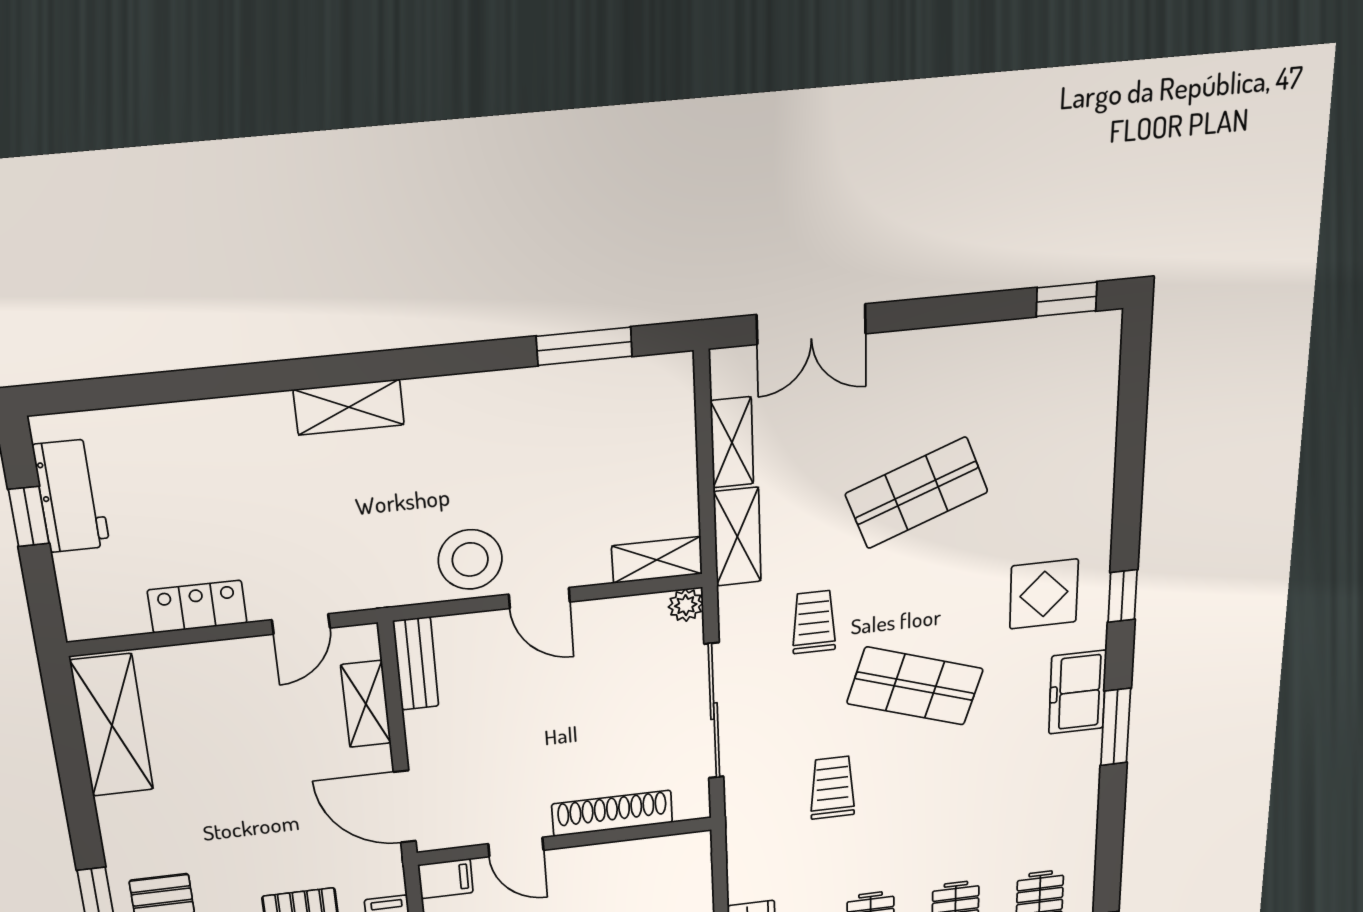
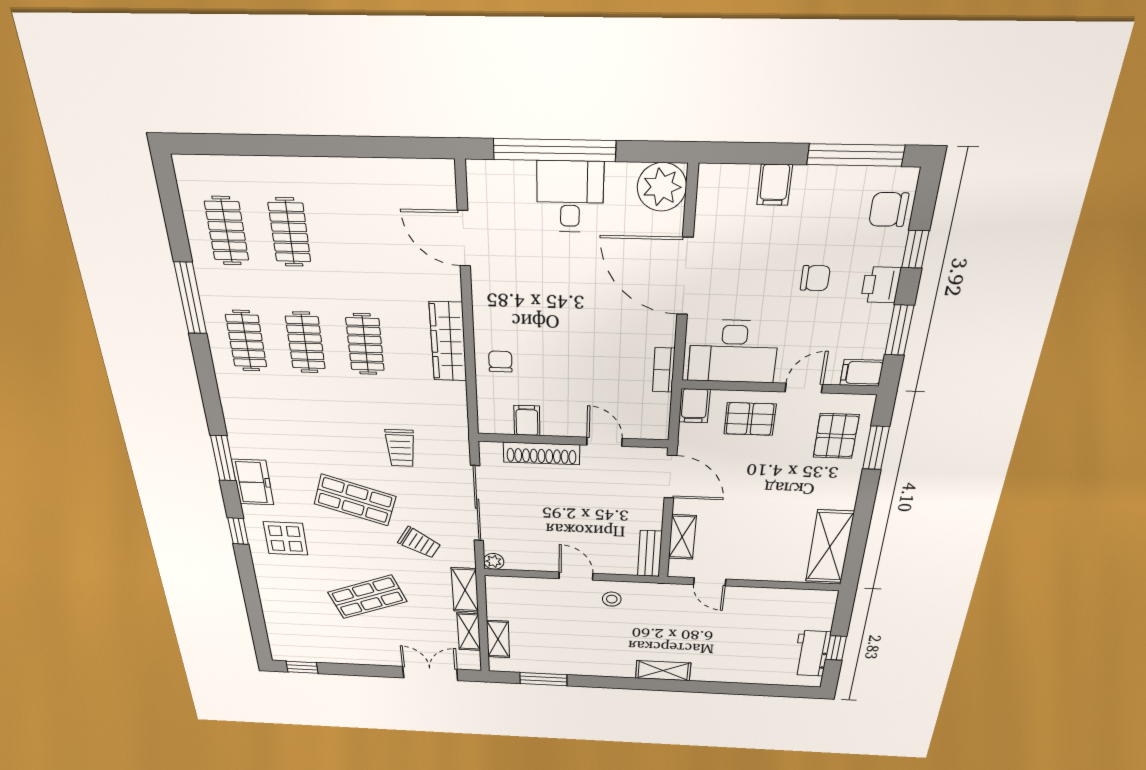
stool: (470, 559) -> (612, 599), width x0.53, depth x0.53
shelving: (657, 560) -> (498, 639), moved, turned 90
locker: (197, 607) -> (763, 597), removed
trolley: (814, 622) -> (419, 543), turned -59
door: (301, 624) -> (710, 582), swing flipped
filing cabinet: (446, 879) -> (527, 420), moved, turned 90

